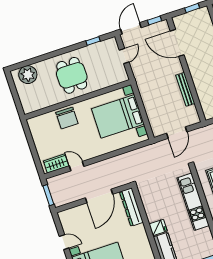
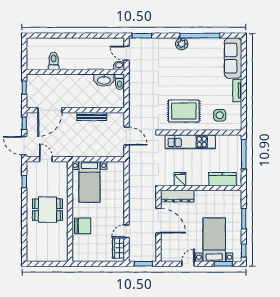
plant: (28, 75) -> (34, 247), removed
bed with nightstands: (118, 116) -> (89, 182), width x0.73
fridge: (158, 227) -> (180, 179), moved

